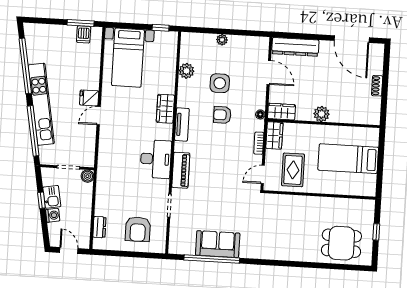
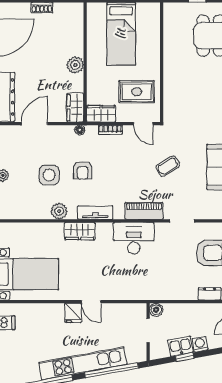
plant: (186, 71) -> (59, 211), moved
coffee table: (221, 195) -> (168, 166), added

